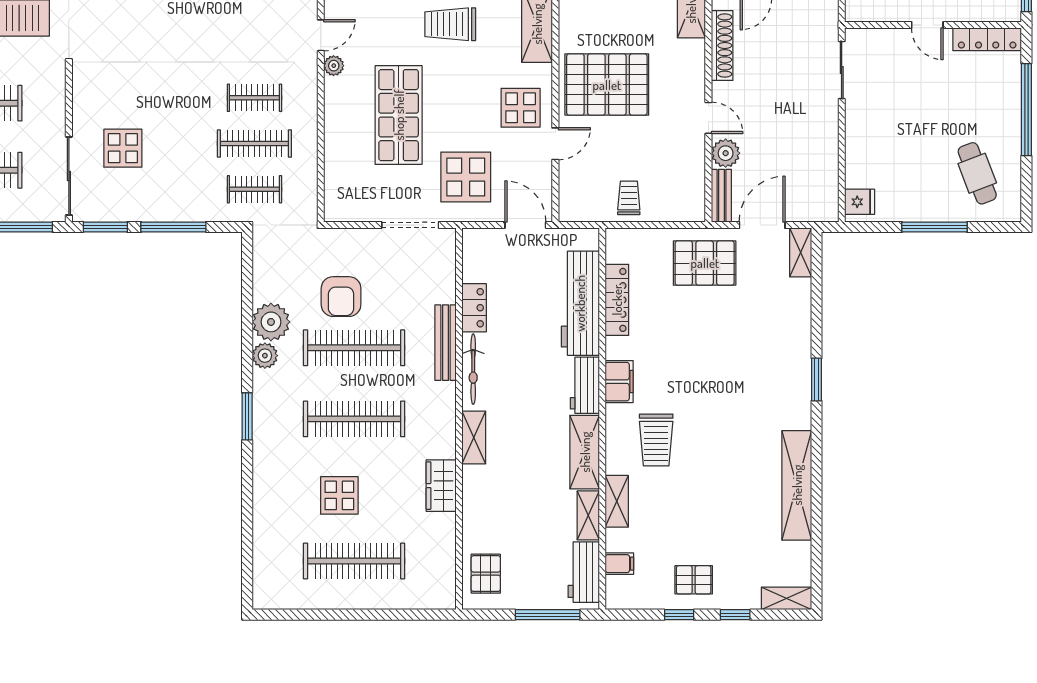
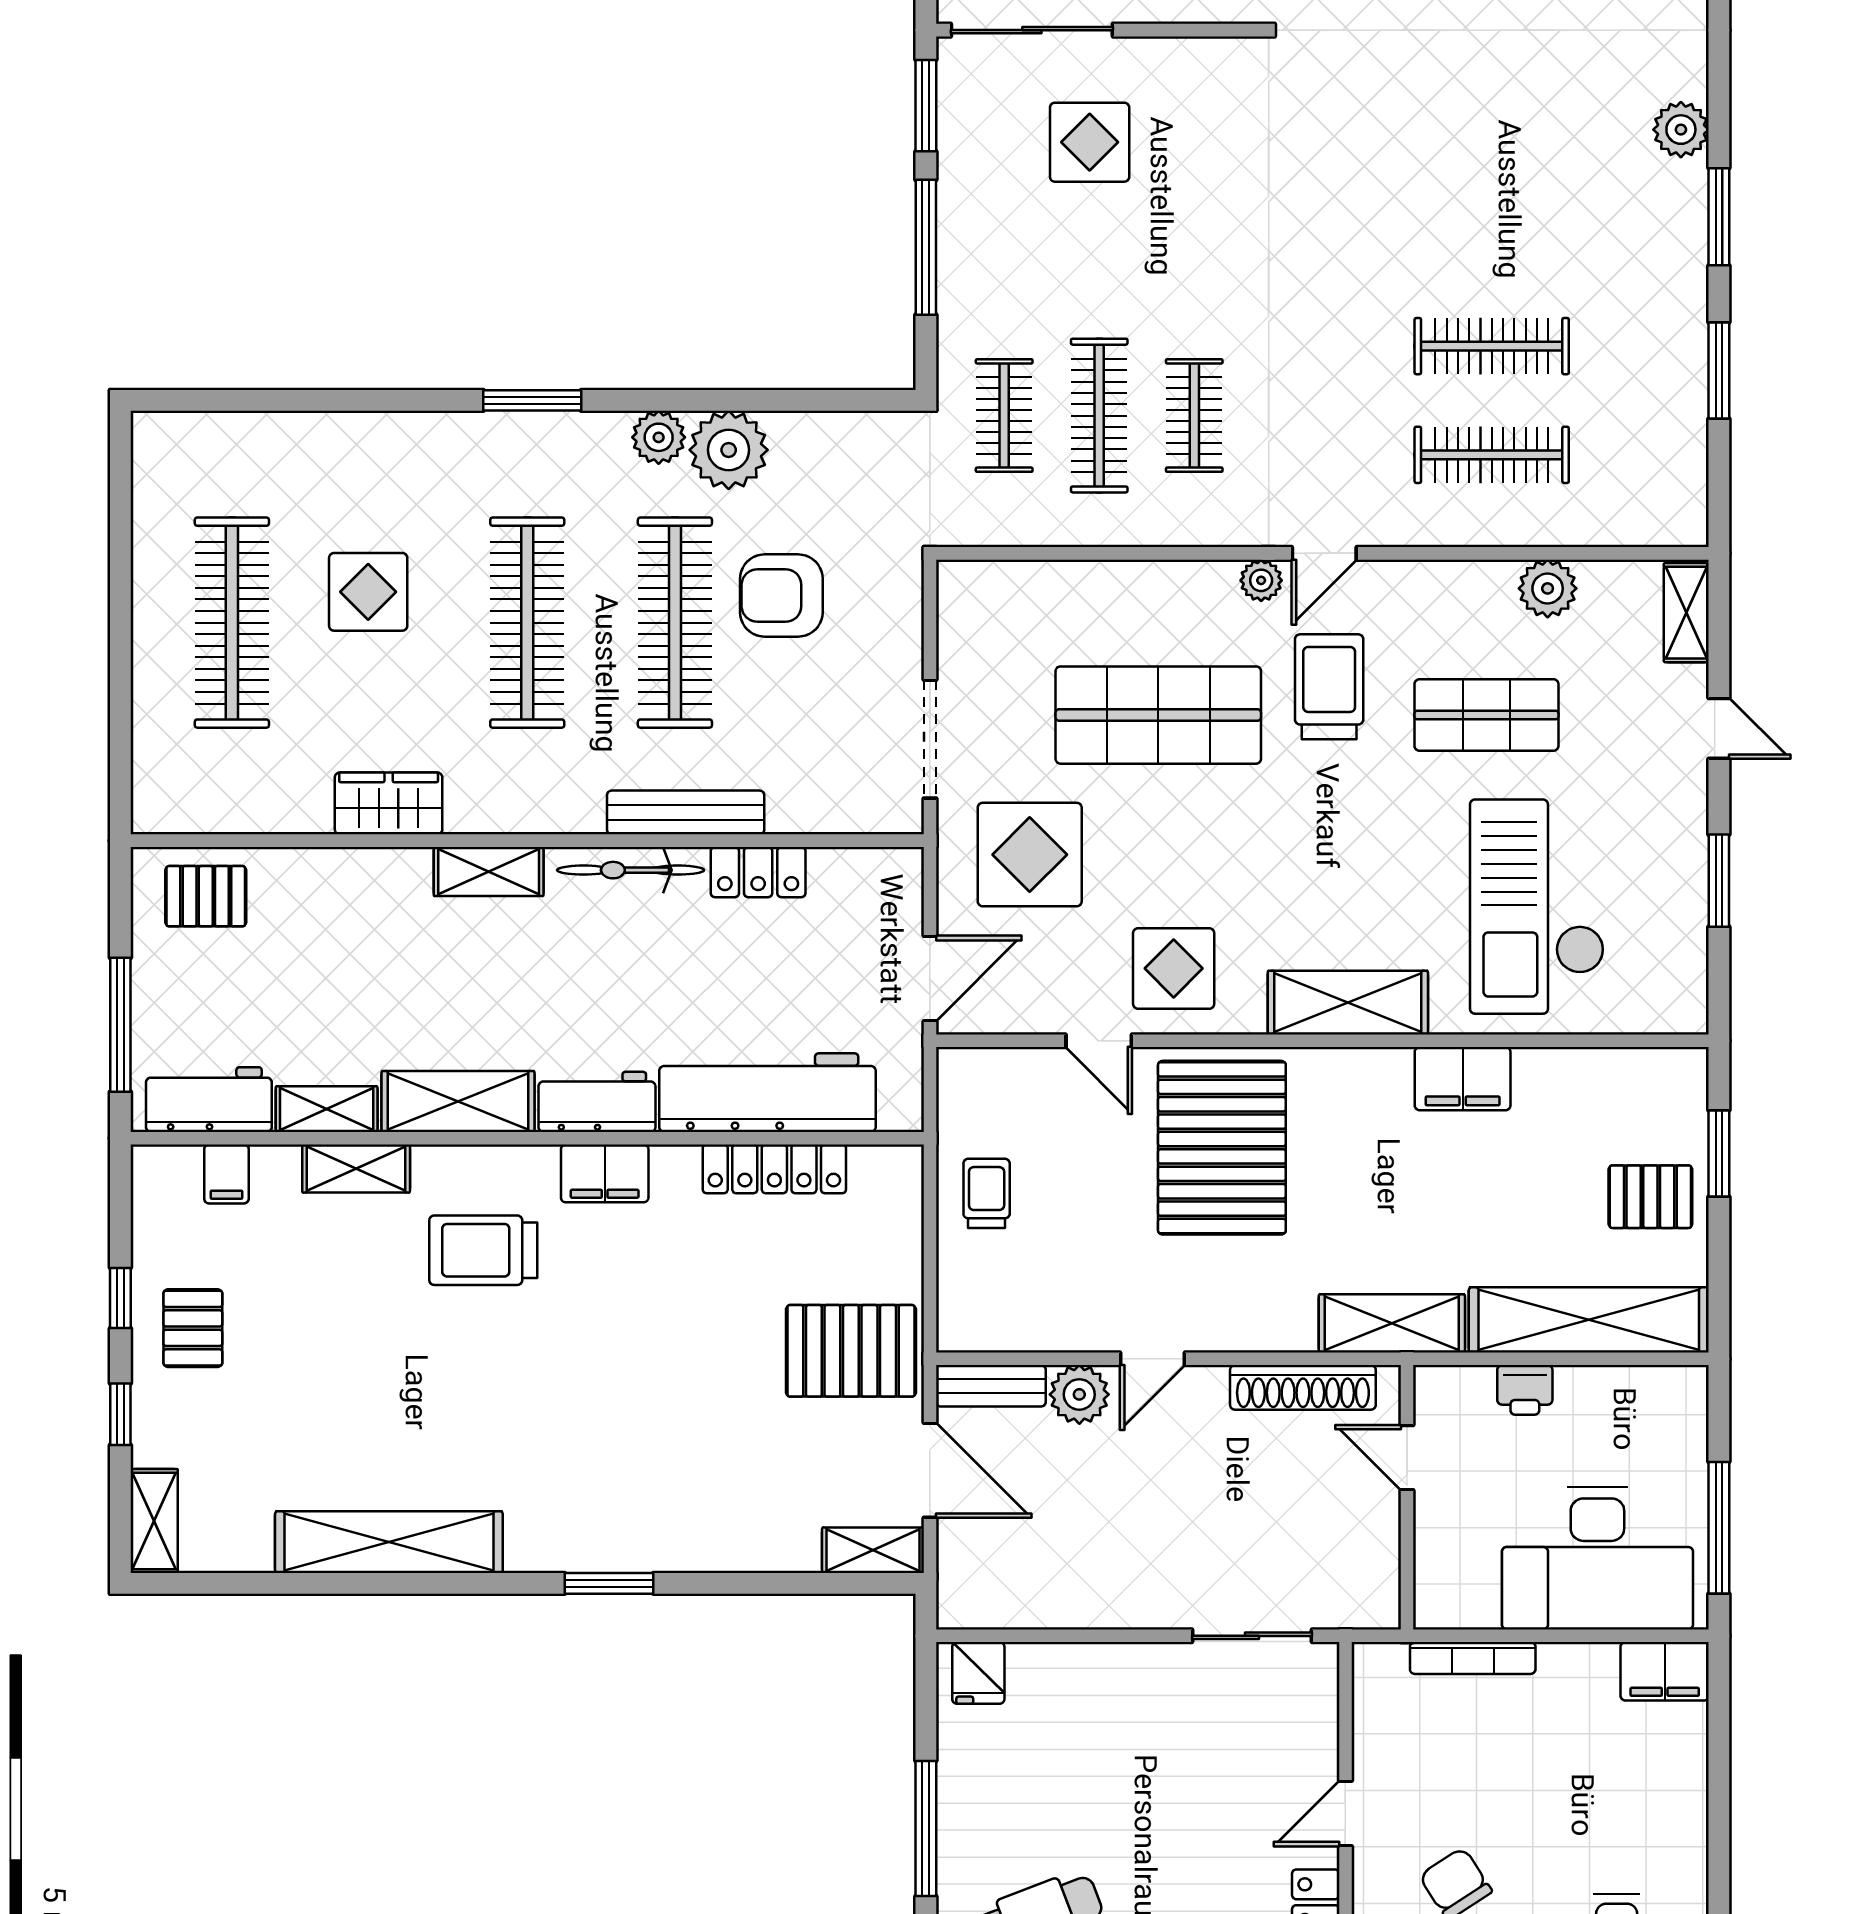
trolley: (450, 24) -> (1329, 687), moved
door: (321, 35) -> (1324, 553), hinge flipped
trolley: (629, 198) -> (987, 1193), turned -90
pallet: (705, 263) -> (851, 1351), turned 90

